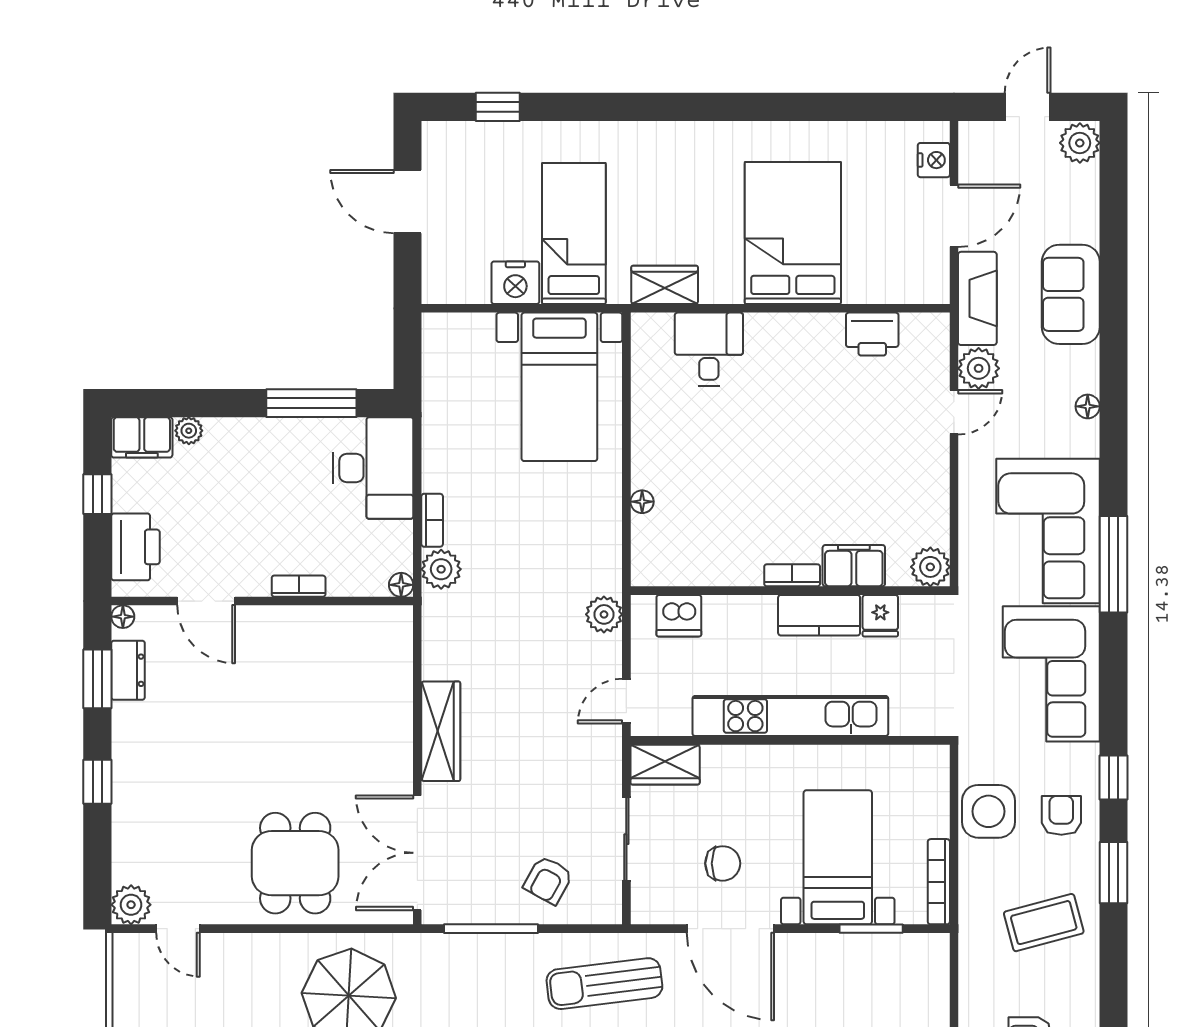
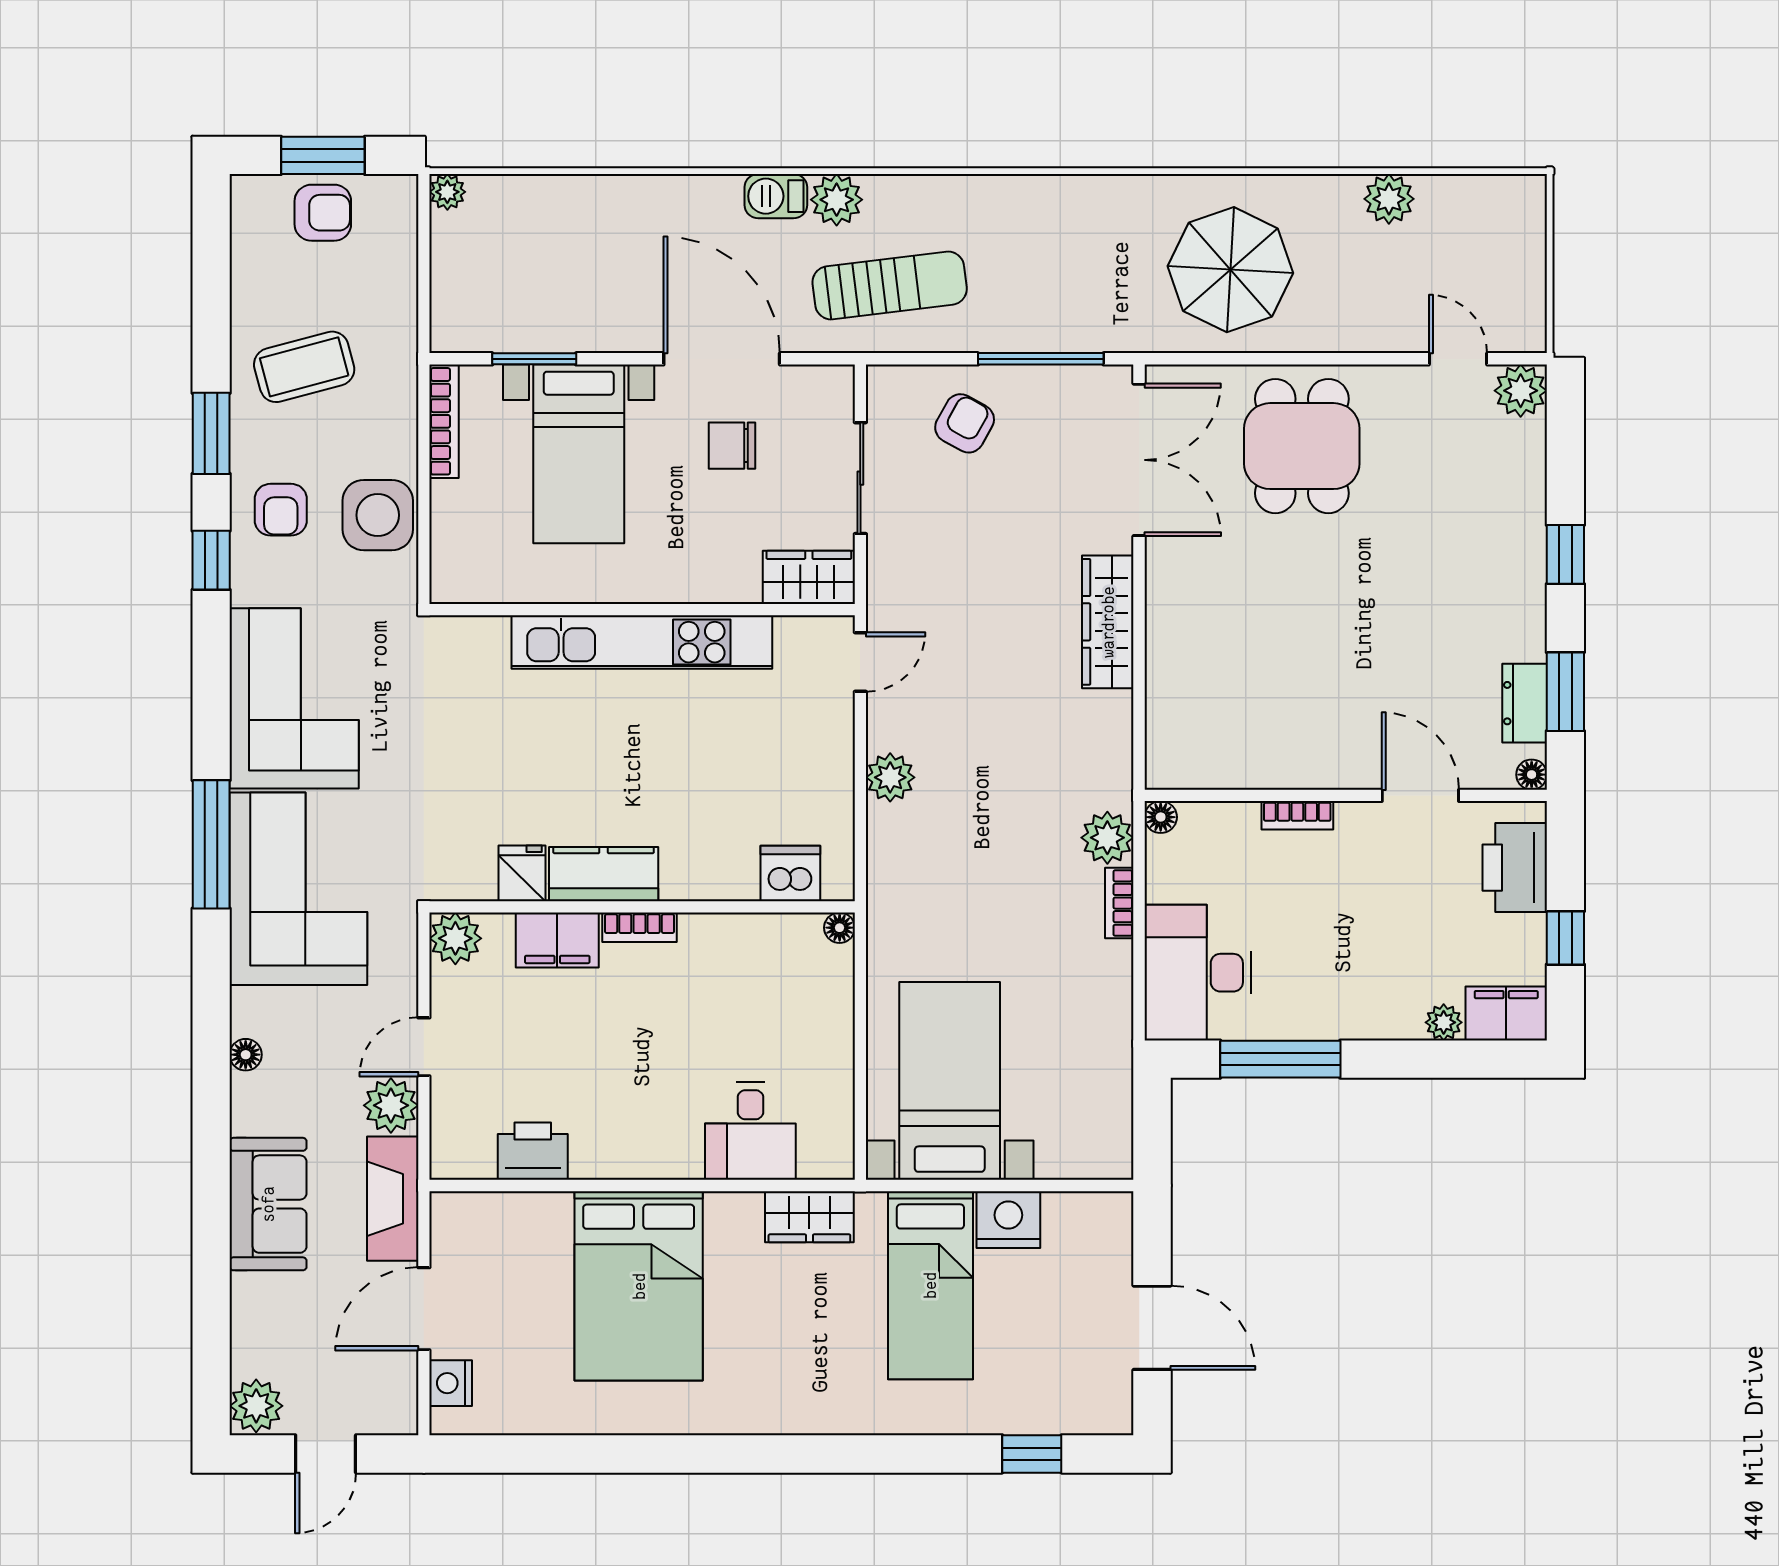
filing cabinet: (854, 566) -> (557, 940), moved
plant: (930, 567) -> (455, 938), moved
bookcase: (792, 575) -> (639, 927), moved
wall: (790, 591) -> (642, 907), moved
kitchen counter: (819, 615) -> (604, 874), moved
dishwasher: (679, 616) -> (790, 873), moved
fridge: (880, 616) -> (522, 873), moved

